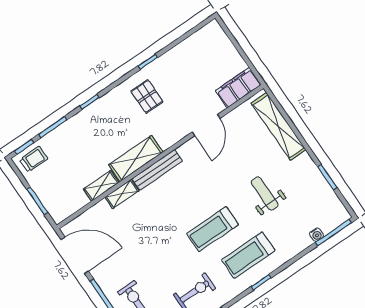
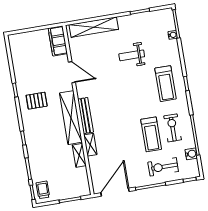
shelving: (136, 159) -> (71, 118), width x1.47
treadmill: (213, 229) -> (151, 134), moved

